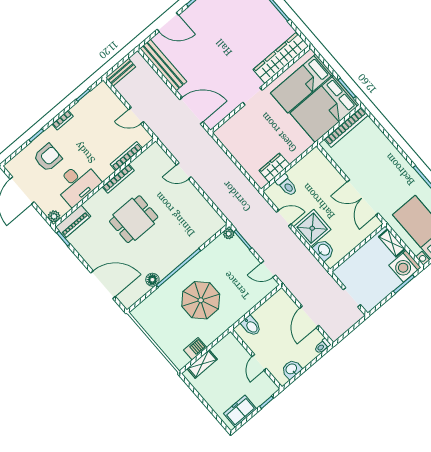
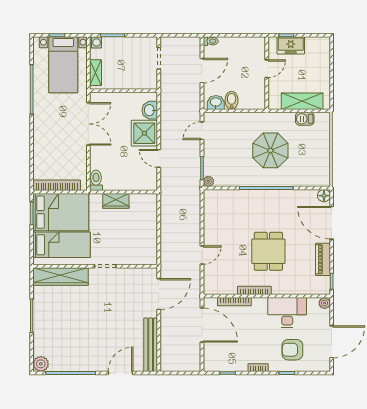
door: (168, 22) -> (121, 373), hinge flipped
bench: (121, 72) -> (186, 366), removed
door: (191, 111) -> (159, 294), swing flipped
door: (136, 116) -> (202, 325), width x1.87
wardrobe: (274, 168) -> (116, 201), moved
door: (184, 171) -> (202, 255), hinge flipped
toilet: (287, 185) -> (96, 180), moved
dining table: (134, 219) -> (268, 251), turned 90
piano: (73, 222) -> (323, 259), moved, turned -90
washing machine: (405, 266) -> (96, 42), width x0.53, depth x0.53
door: (268, 269) -> (202, 131), swing flipped
floor lamp: (152, 280) -> (324, 196), moved
bidet: (251, 326) -> (232, 100), moved
shelving: (202, 364) -> (302, 101), width x1.50, depth x1.33
washbasin: (292, 369) -> (216, 102), moved, turned 180
freezer: (240, 411) -> (291, 45), moved

